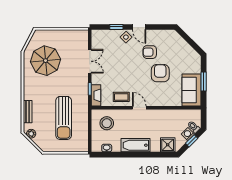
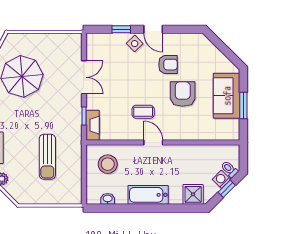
armchair: (150, 52) -> (168, 65), turned 180
sofa: (192, 90) -> (227, 96), moved
coffee table: (121, 97) -> (143, 112), moved
sun lounger: (64, 118) -> (47, 157), width x0.73, depth x0.75

